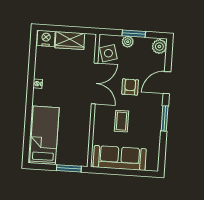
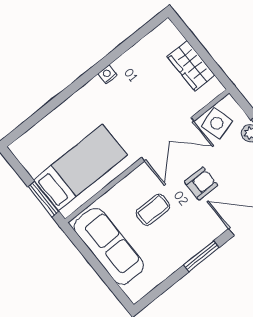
nightstand: (46, 38) -> (168, 36), removed
bed: (44, 135) -> (80, 167), moved

